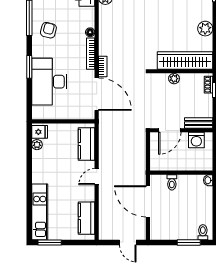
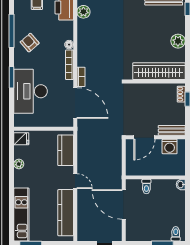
armchair: (48, 30) -> (30, 43), turned -55
plant: (174, 79) -> (148, 88), removed
plant: (37, 145) -> (19, 164), moved
door: (97, 177) -> (75, 181), swing flipped
kitchen counter: (87, 218) -> (66, 213), width x1.50

